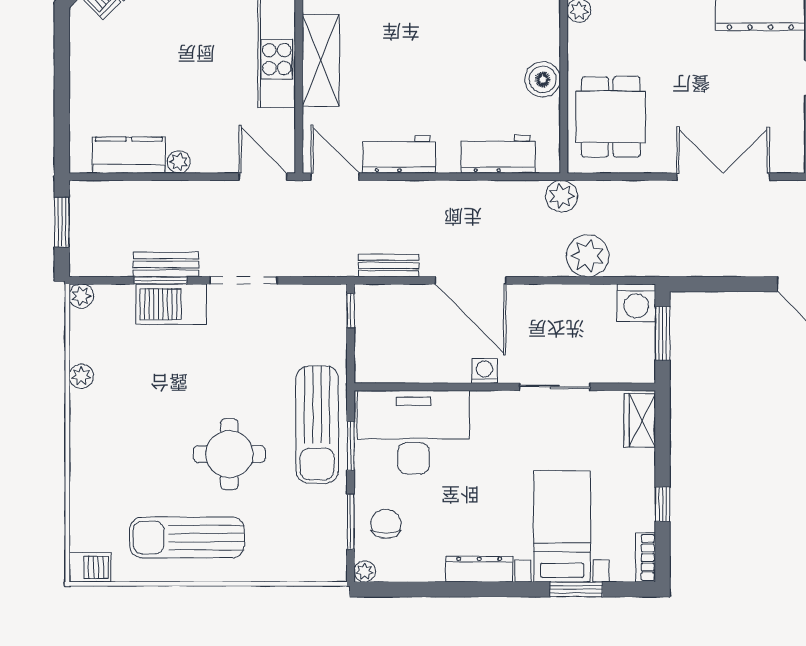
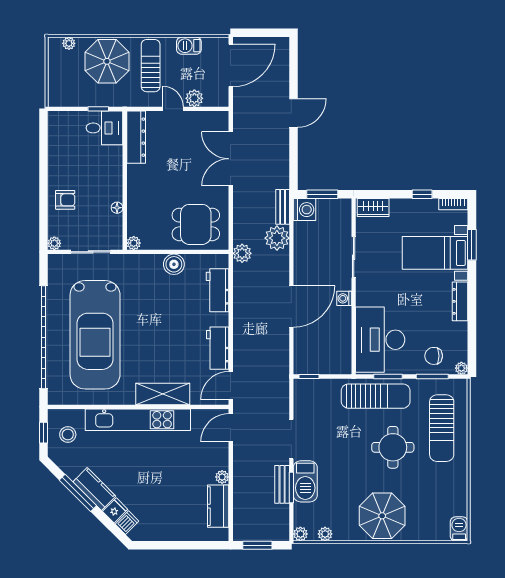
bench: (389, 265) -> (283, 207), moved
plant: (81, 376) -> (325, 534), moved
parasol: (112, 436) -> (382, 516), added
sun lounger: (187, 537) -> (442, 428), moved

